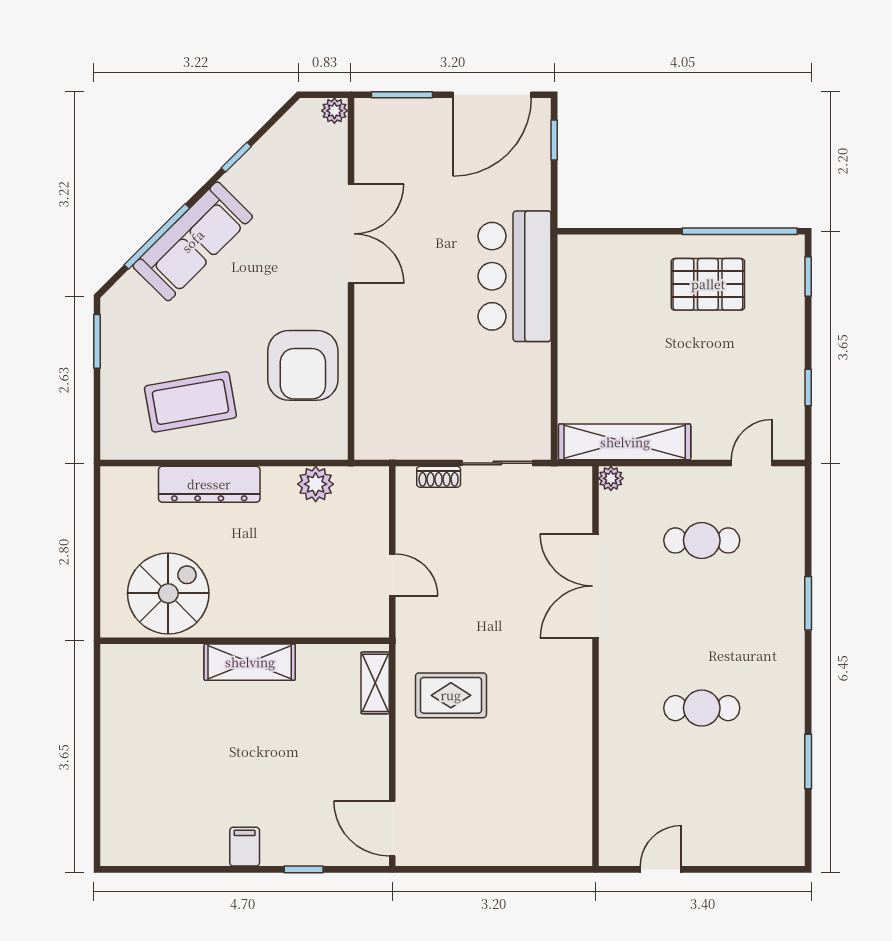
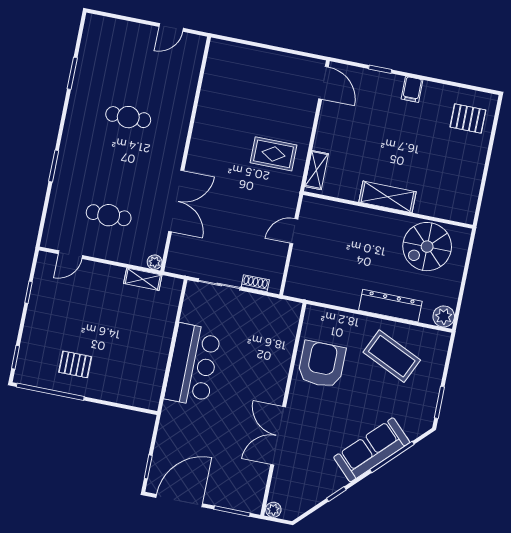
bar counter: (515, 276) -> (193, 365), moved
pallet: (708, 284) -> (75, 364), width x0.67, depth x0.71
coffee table: (190, 402) -> (392, 356), turned 35
shelving: (625, 442) -> (143, 279), width x0.45, depth x0.75
plant: (316, 484) -> (444, 316), moved
door: (392, 575) -> (294, 231), hinge flipped
pallet: (143, 817) -> (468, 119), added

